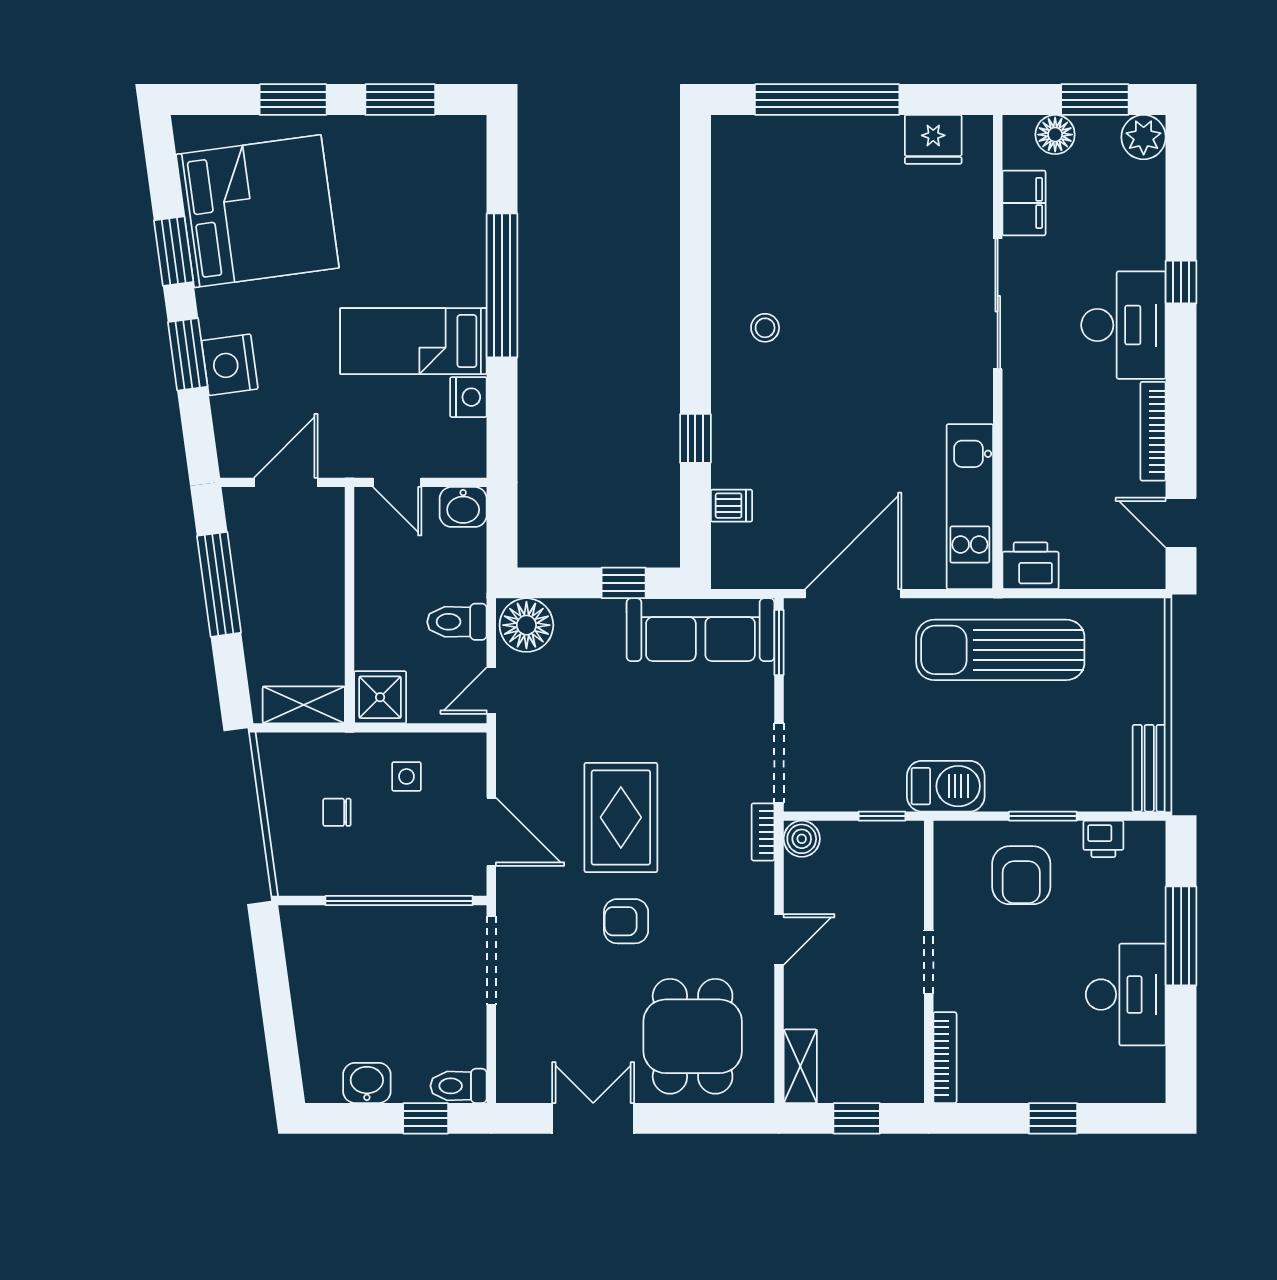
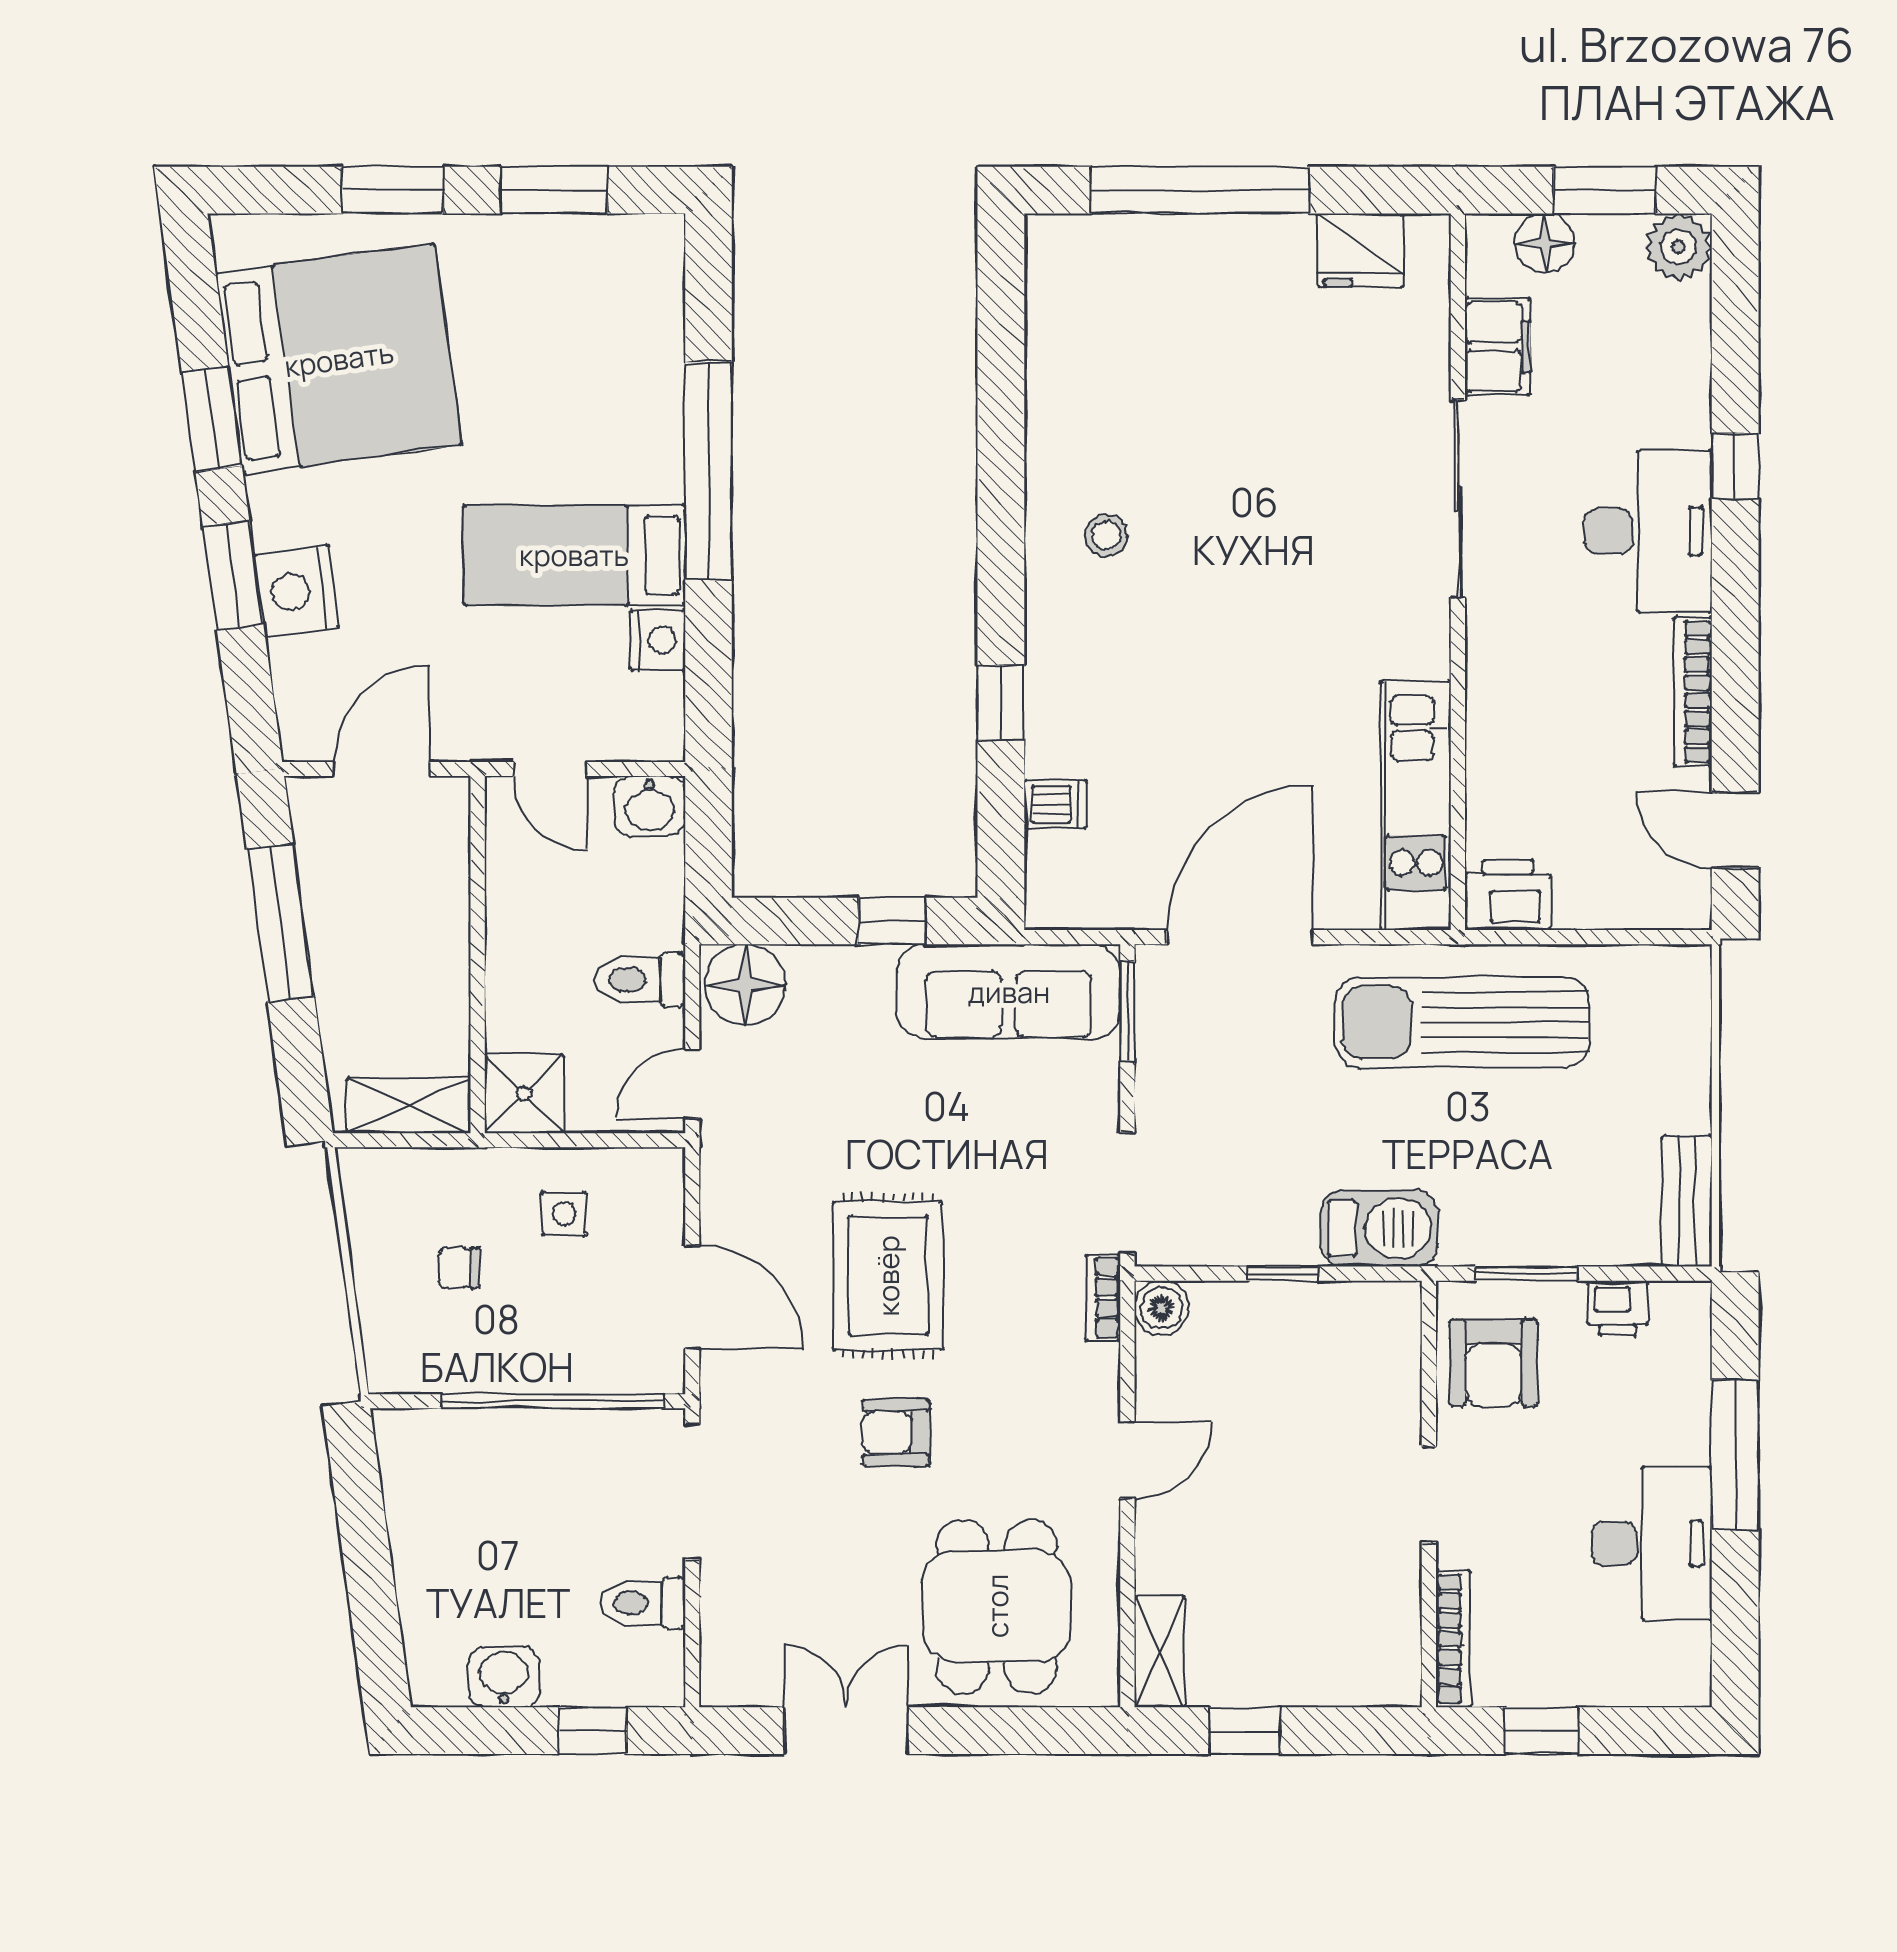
doorway: (929, 962) -> (1429, 1494), moved
wall: (929, 962) -> (1429, 1494), moved
bookcase: (945, 1058) -> (1453, 1639), moved
toilet: (459, 1086) -> (643, 1603), moved

